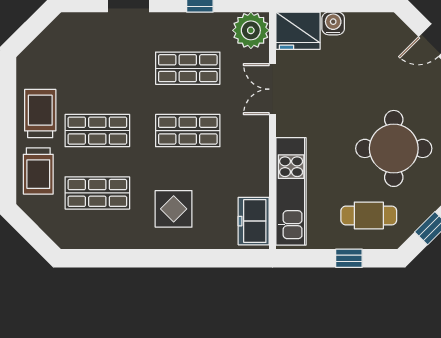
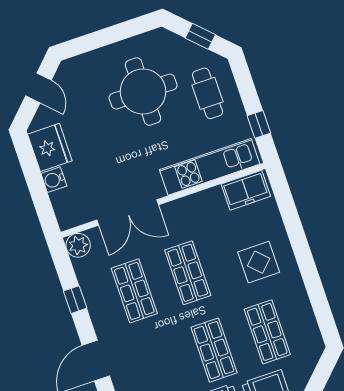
plant: (251, 30) -> (78, 245), width x0.73, depth x0.73
fridge: (298, 31) -> (50, 147), moved
double door: (272, 89) -> (128, 212), width x1.37
window: (349, 258) -> (259, 124), moved

